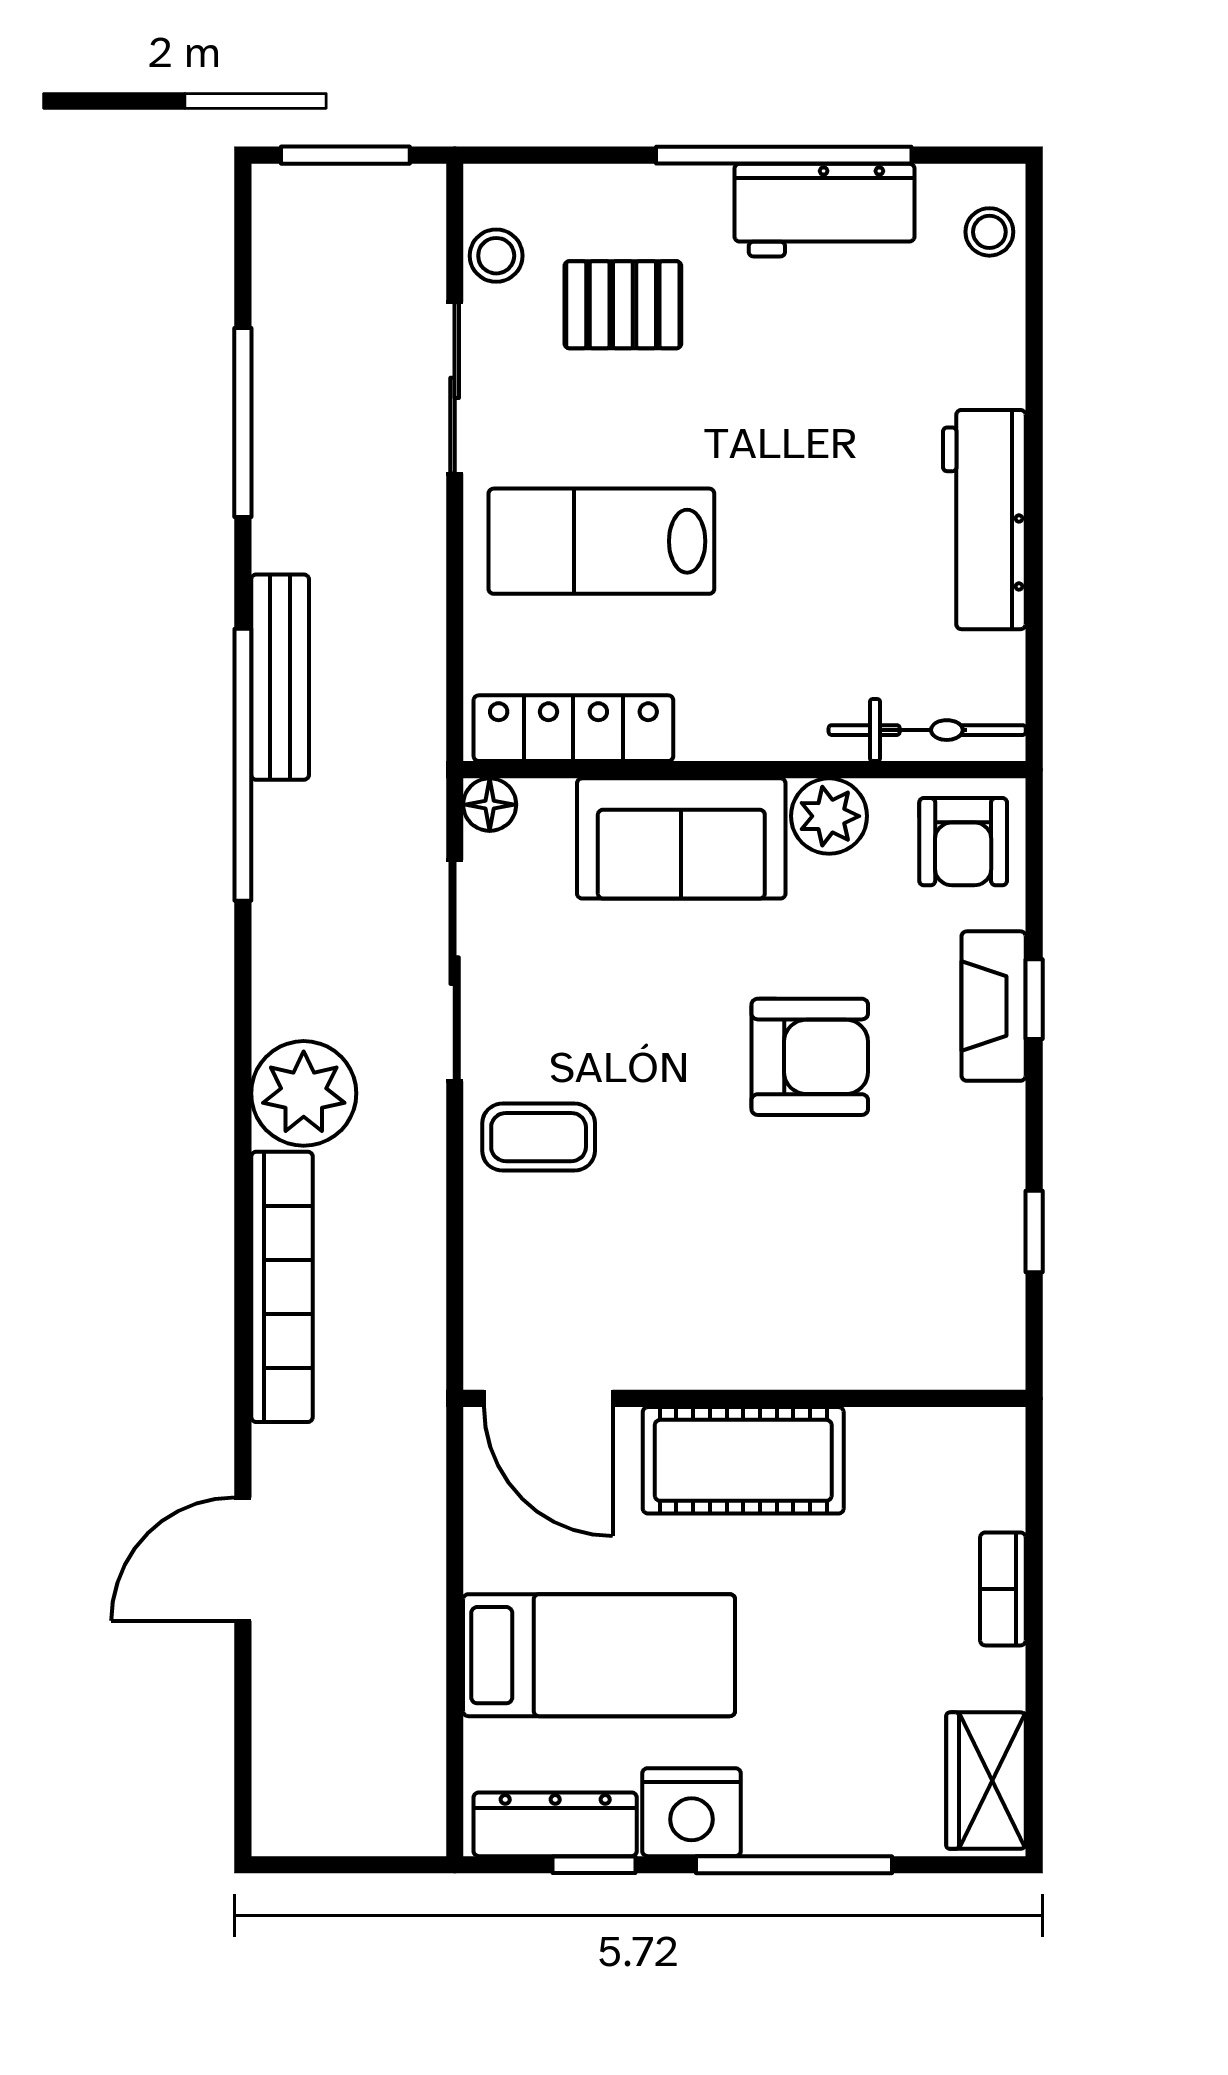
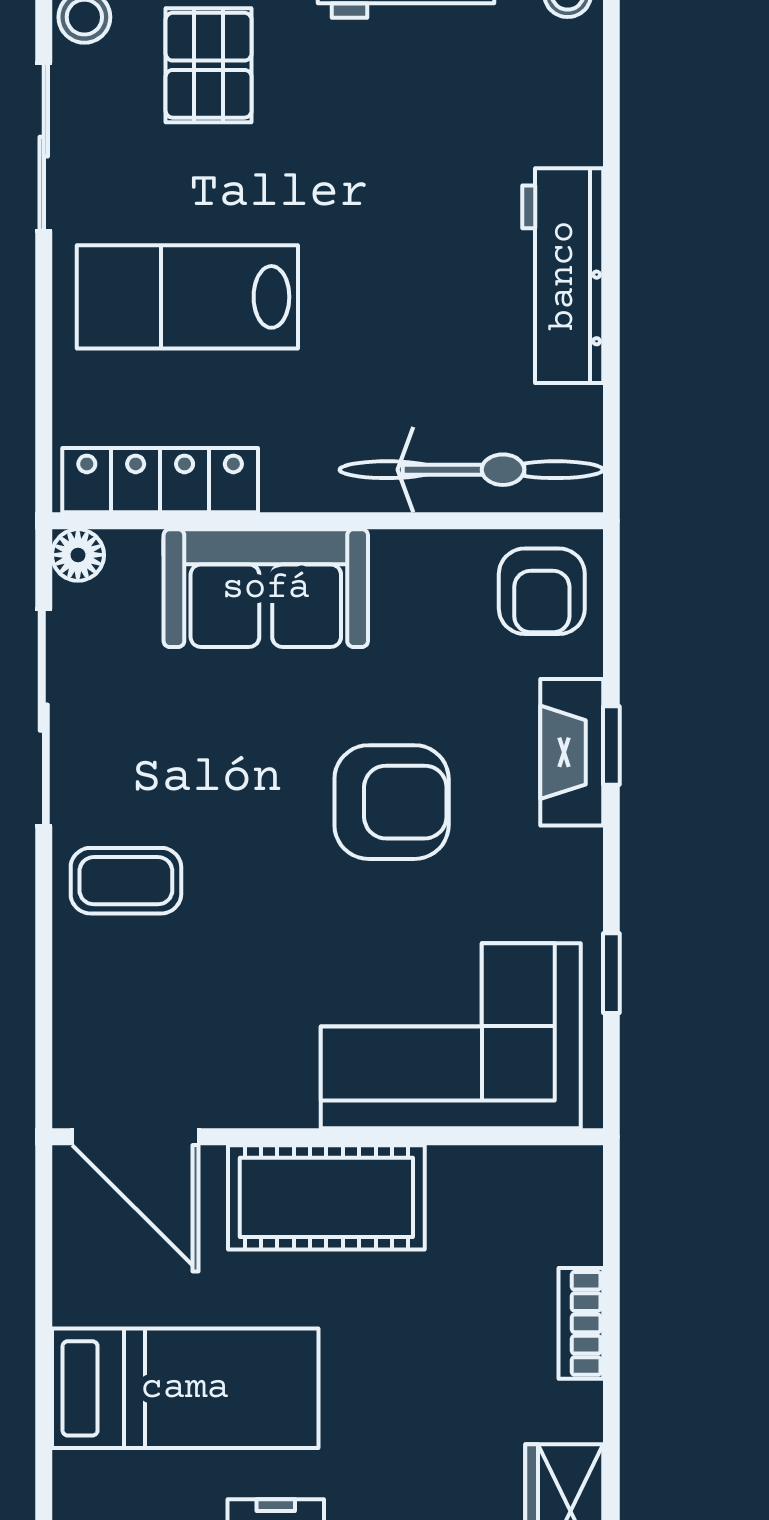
pallet: (623, 305) -> (209, 65), turned 90
bicycle: (927, 730) -> (471, 470), width x1.37, depth x1.40
plant: (829, 816) -> (410, 566), removed
corner sofa: (870, 1295) -> (451, 1036), added

